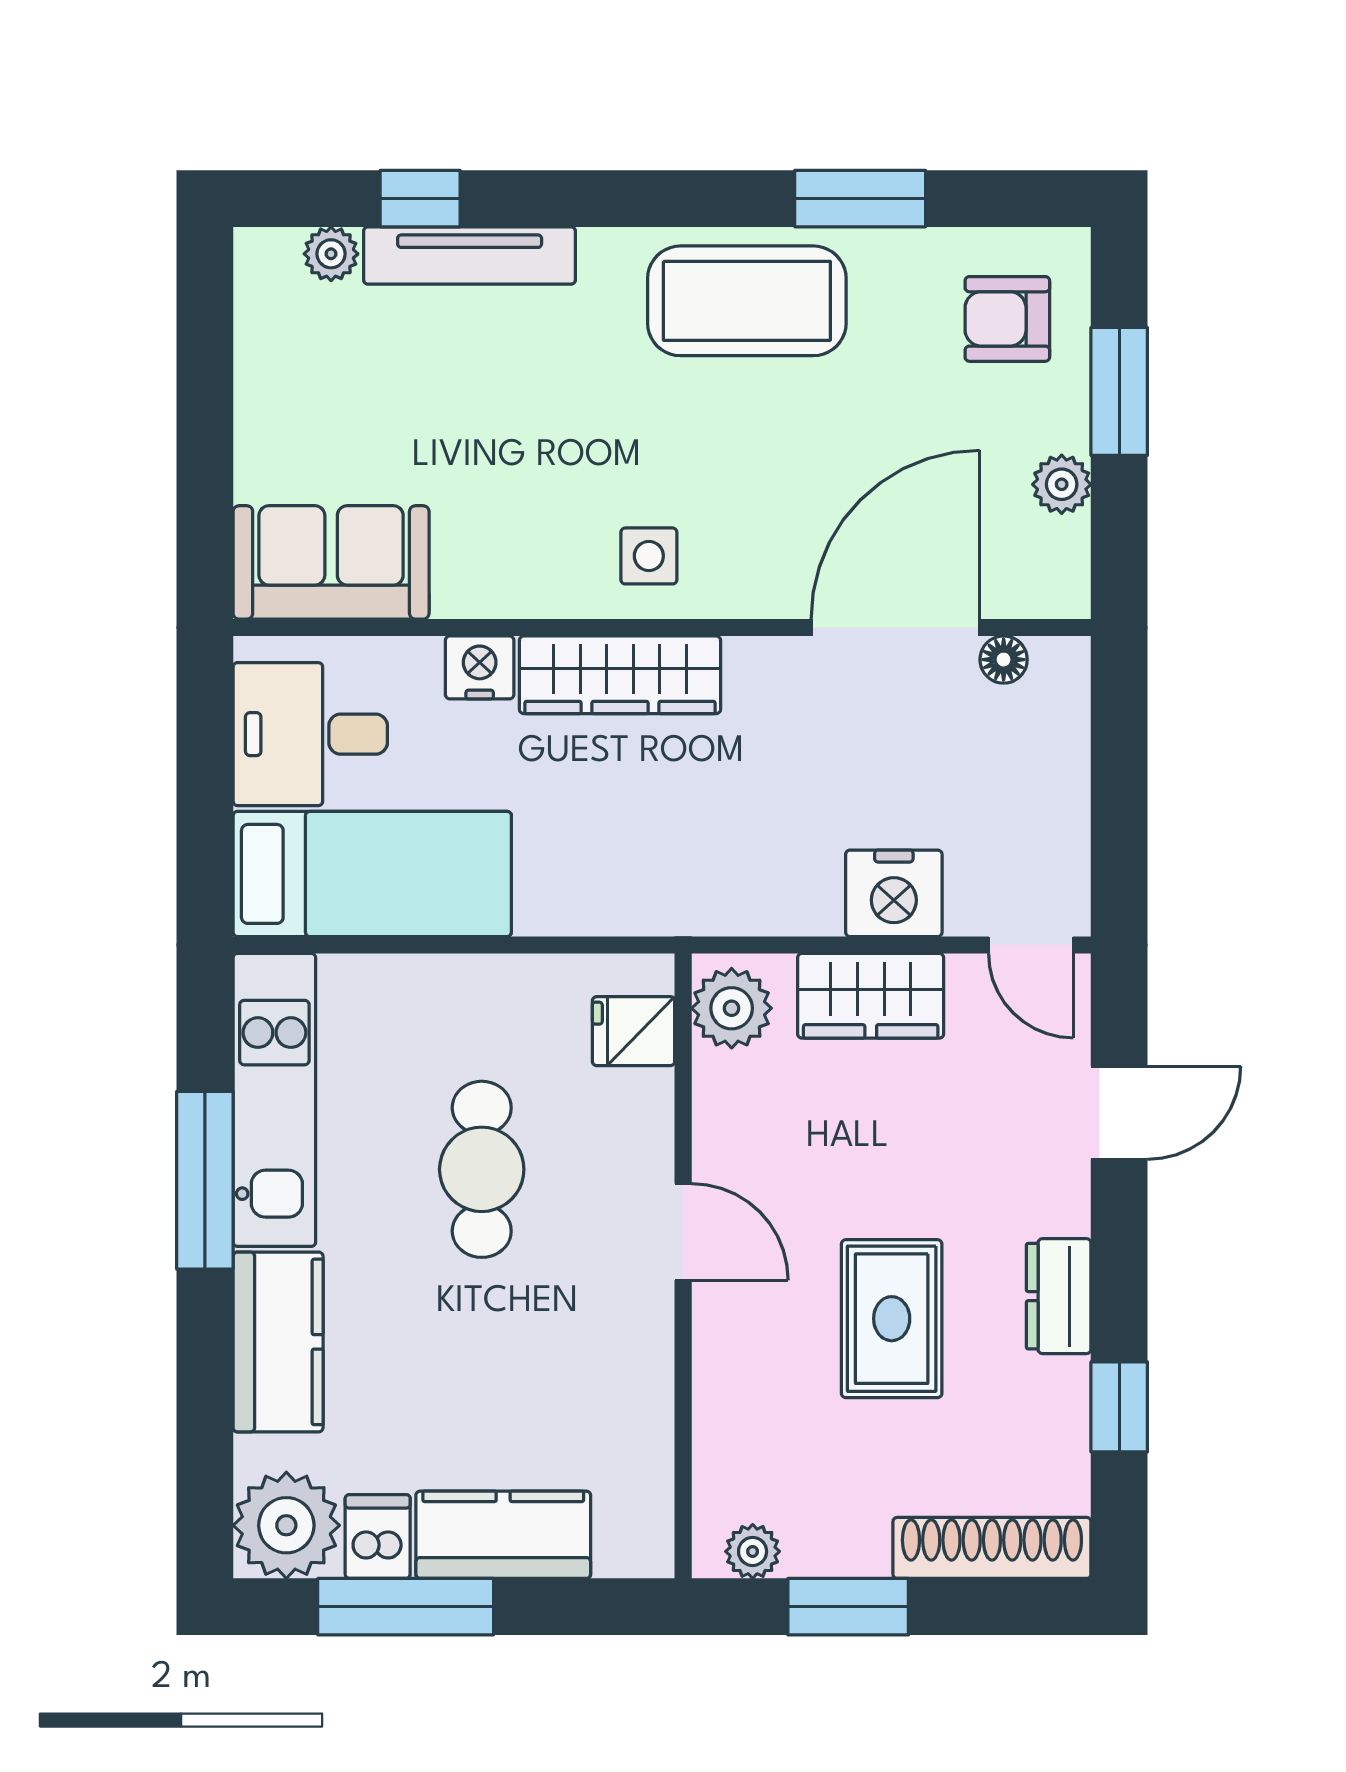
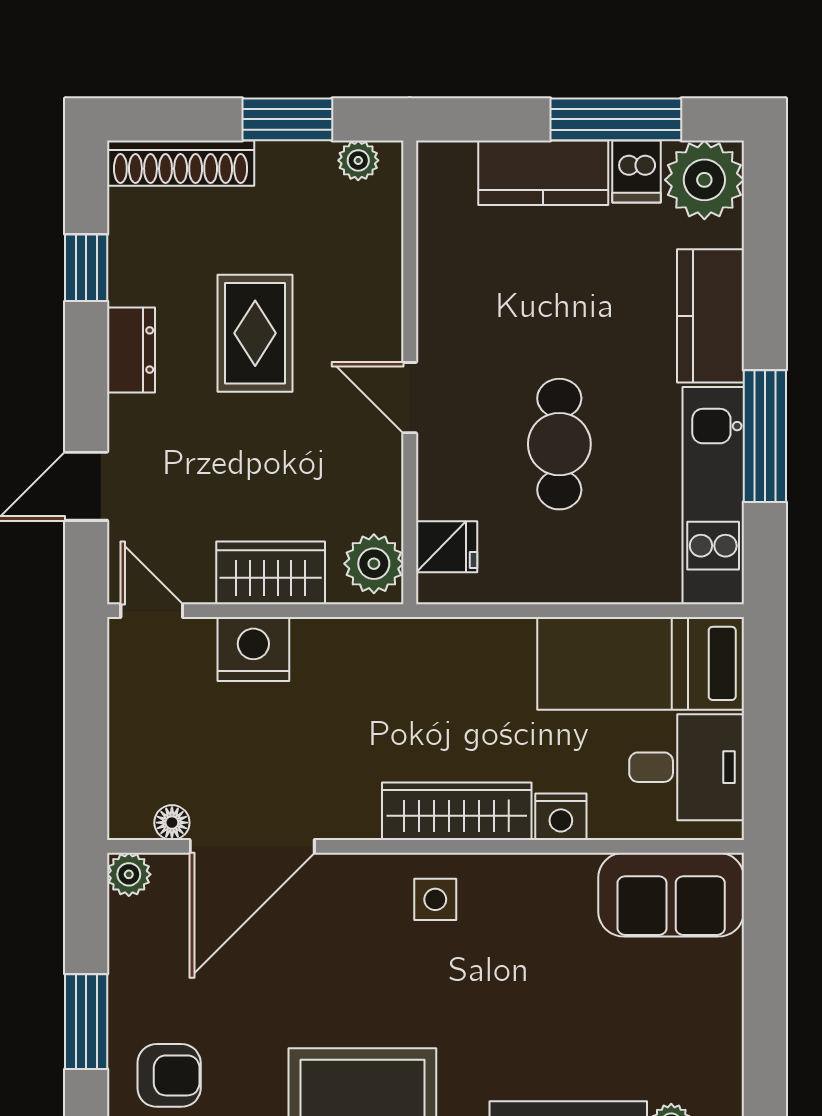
plant: (1062, 484) -> (129, 874), moved

